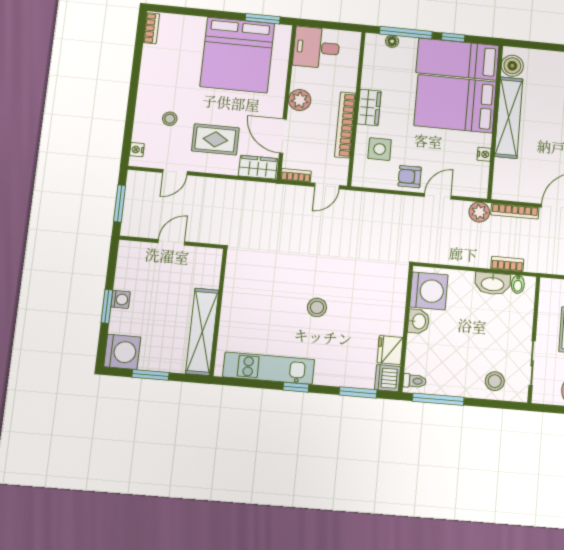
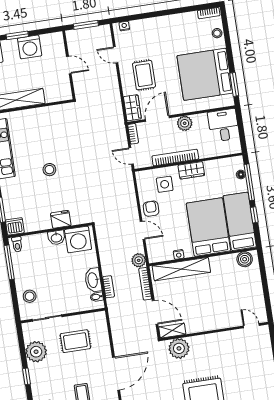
shelving: (509, 118) -> (181, 269), moved
stool: (170, 119) -> (217, 33), moved
washing machine: (121, 299) -> (30, 47), width x1.89, depth x1.89
fridge: (390, 350) -> (61, 219), moved

